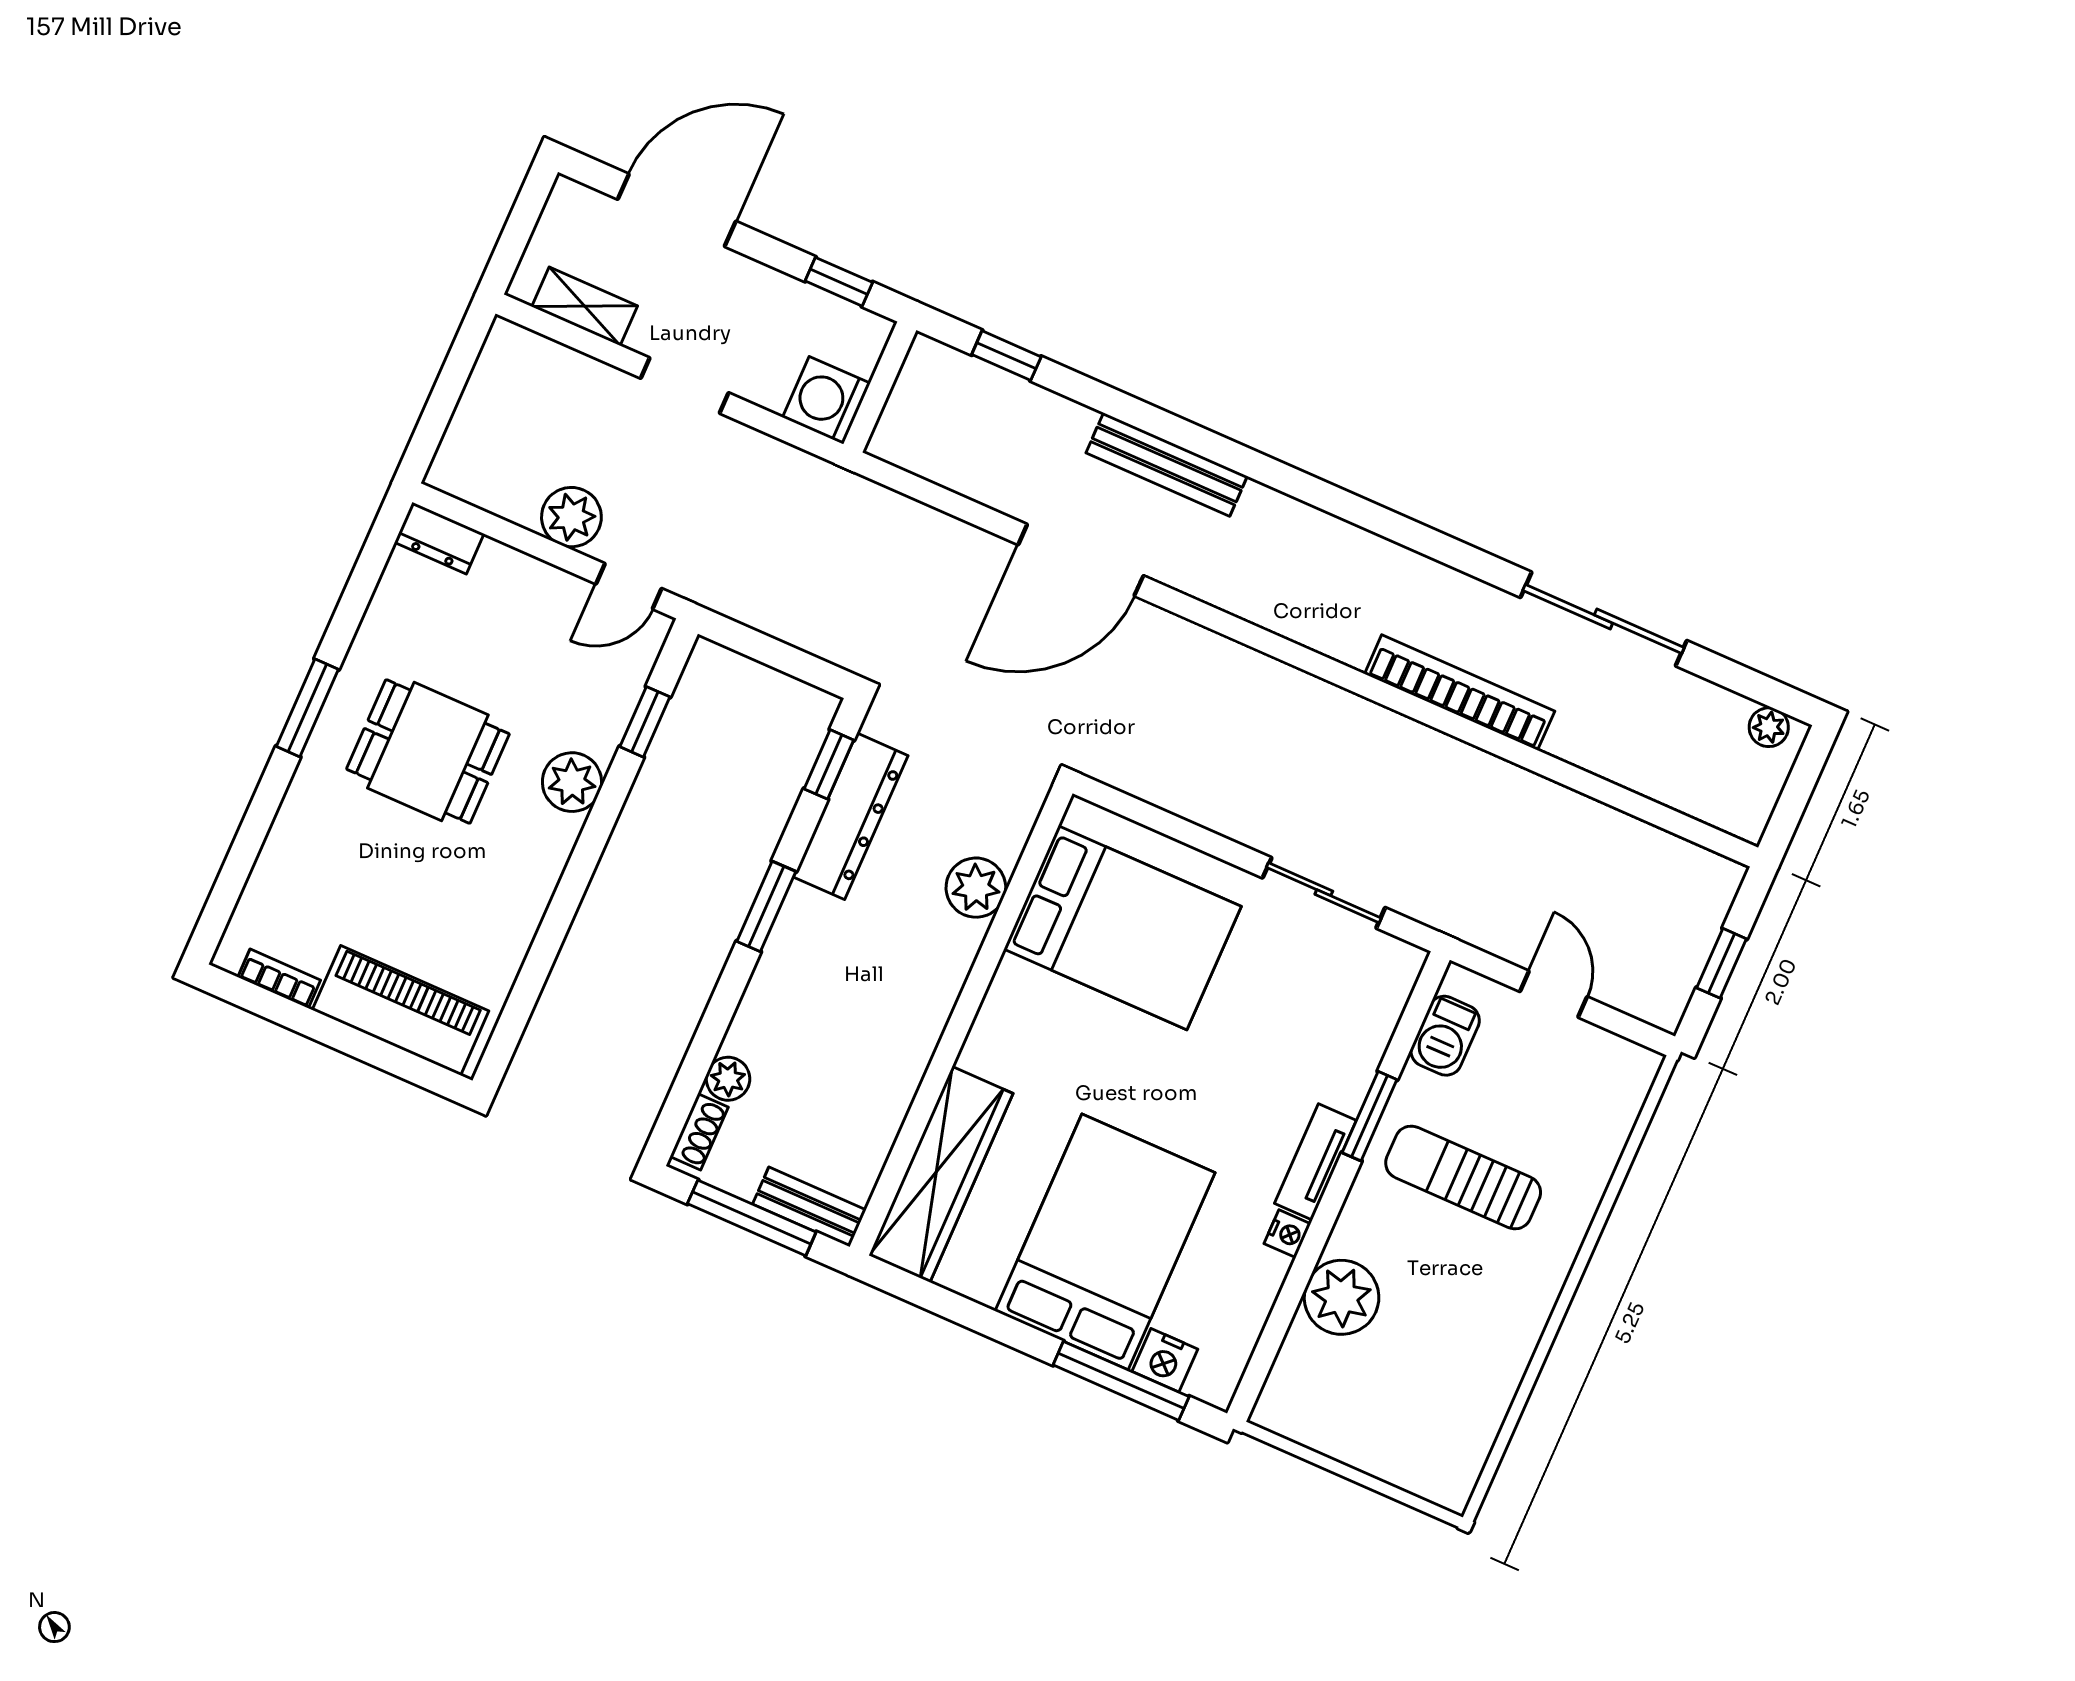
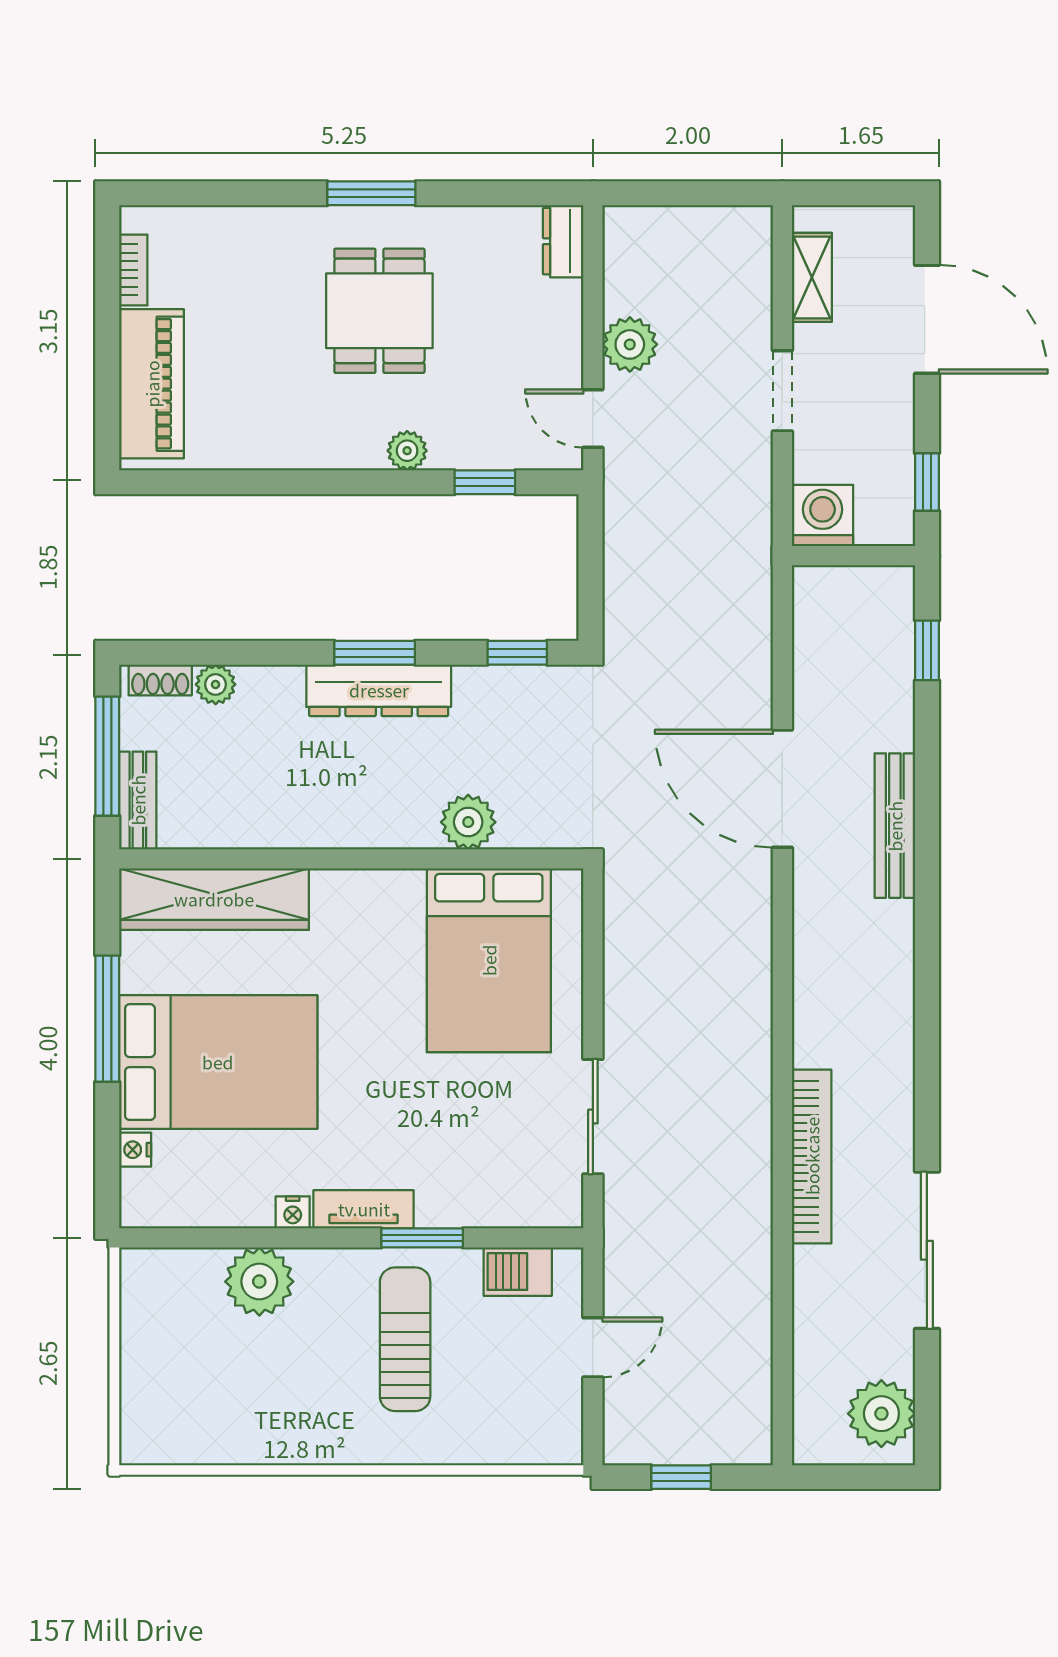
plant: (1769, 727) -> (881, 1414), width x1.88, depth x1.88
plant: (572, 782) -> (407, 451), width x0.73, depth x0.73
dresser: (851, 816) -> (379, 690), moved
nightstand: (1165, 1360) -> (135, 1150), width x0.72, depth x0.74
window: (1121, 1381) -> (107, 1019), moved

